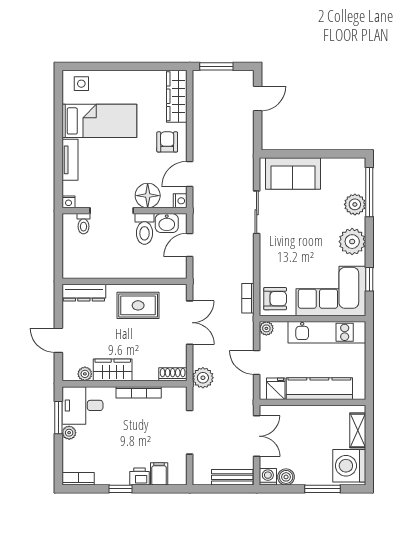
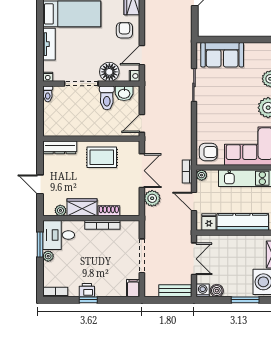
toilet: (84, 224) -> (48, 94), moved
door: (190, 245) -> (142, 123), moved
bookcase: (248, 298) -> (187, 172), moved
shoe rack: (173, 374) -> (109, 211), moved
plant: (203, 378) -> (152, 198), moved
filing cabinet: (159, 474) -> (133, 288), moved
printer: (139, 477) -> (87, 290), moved

